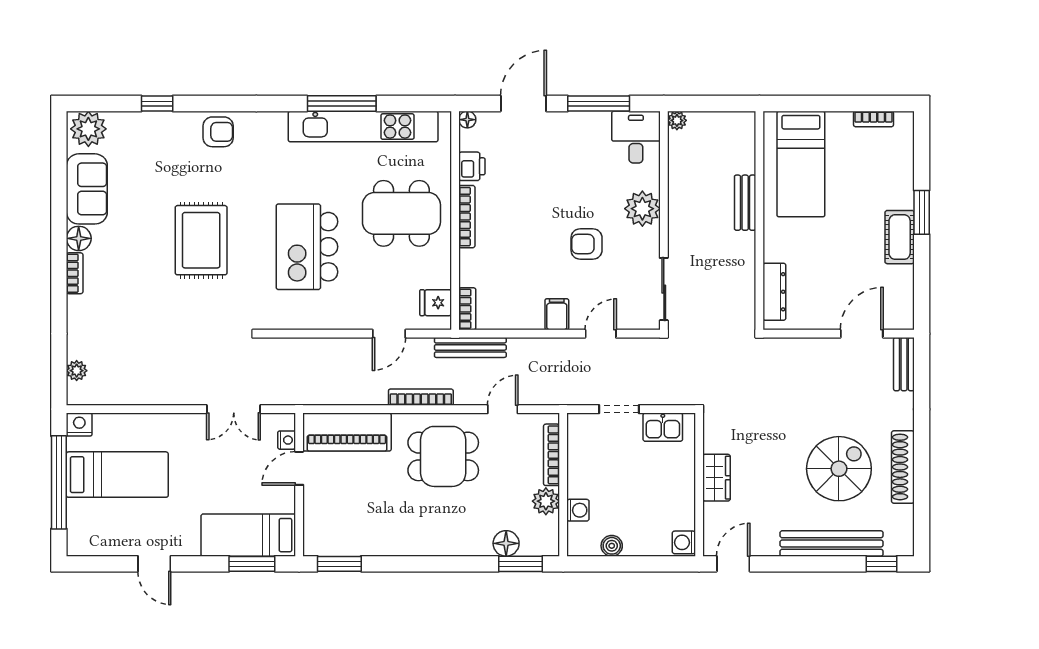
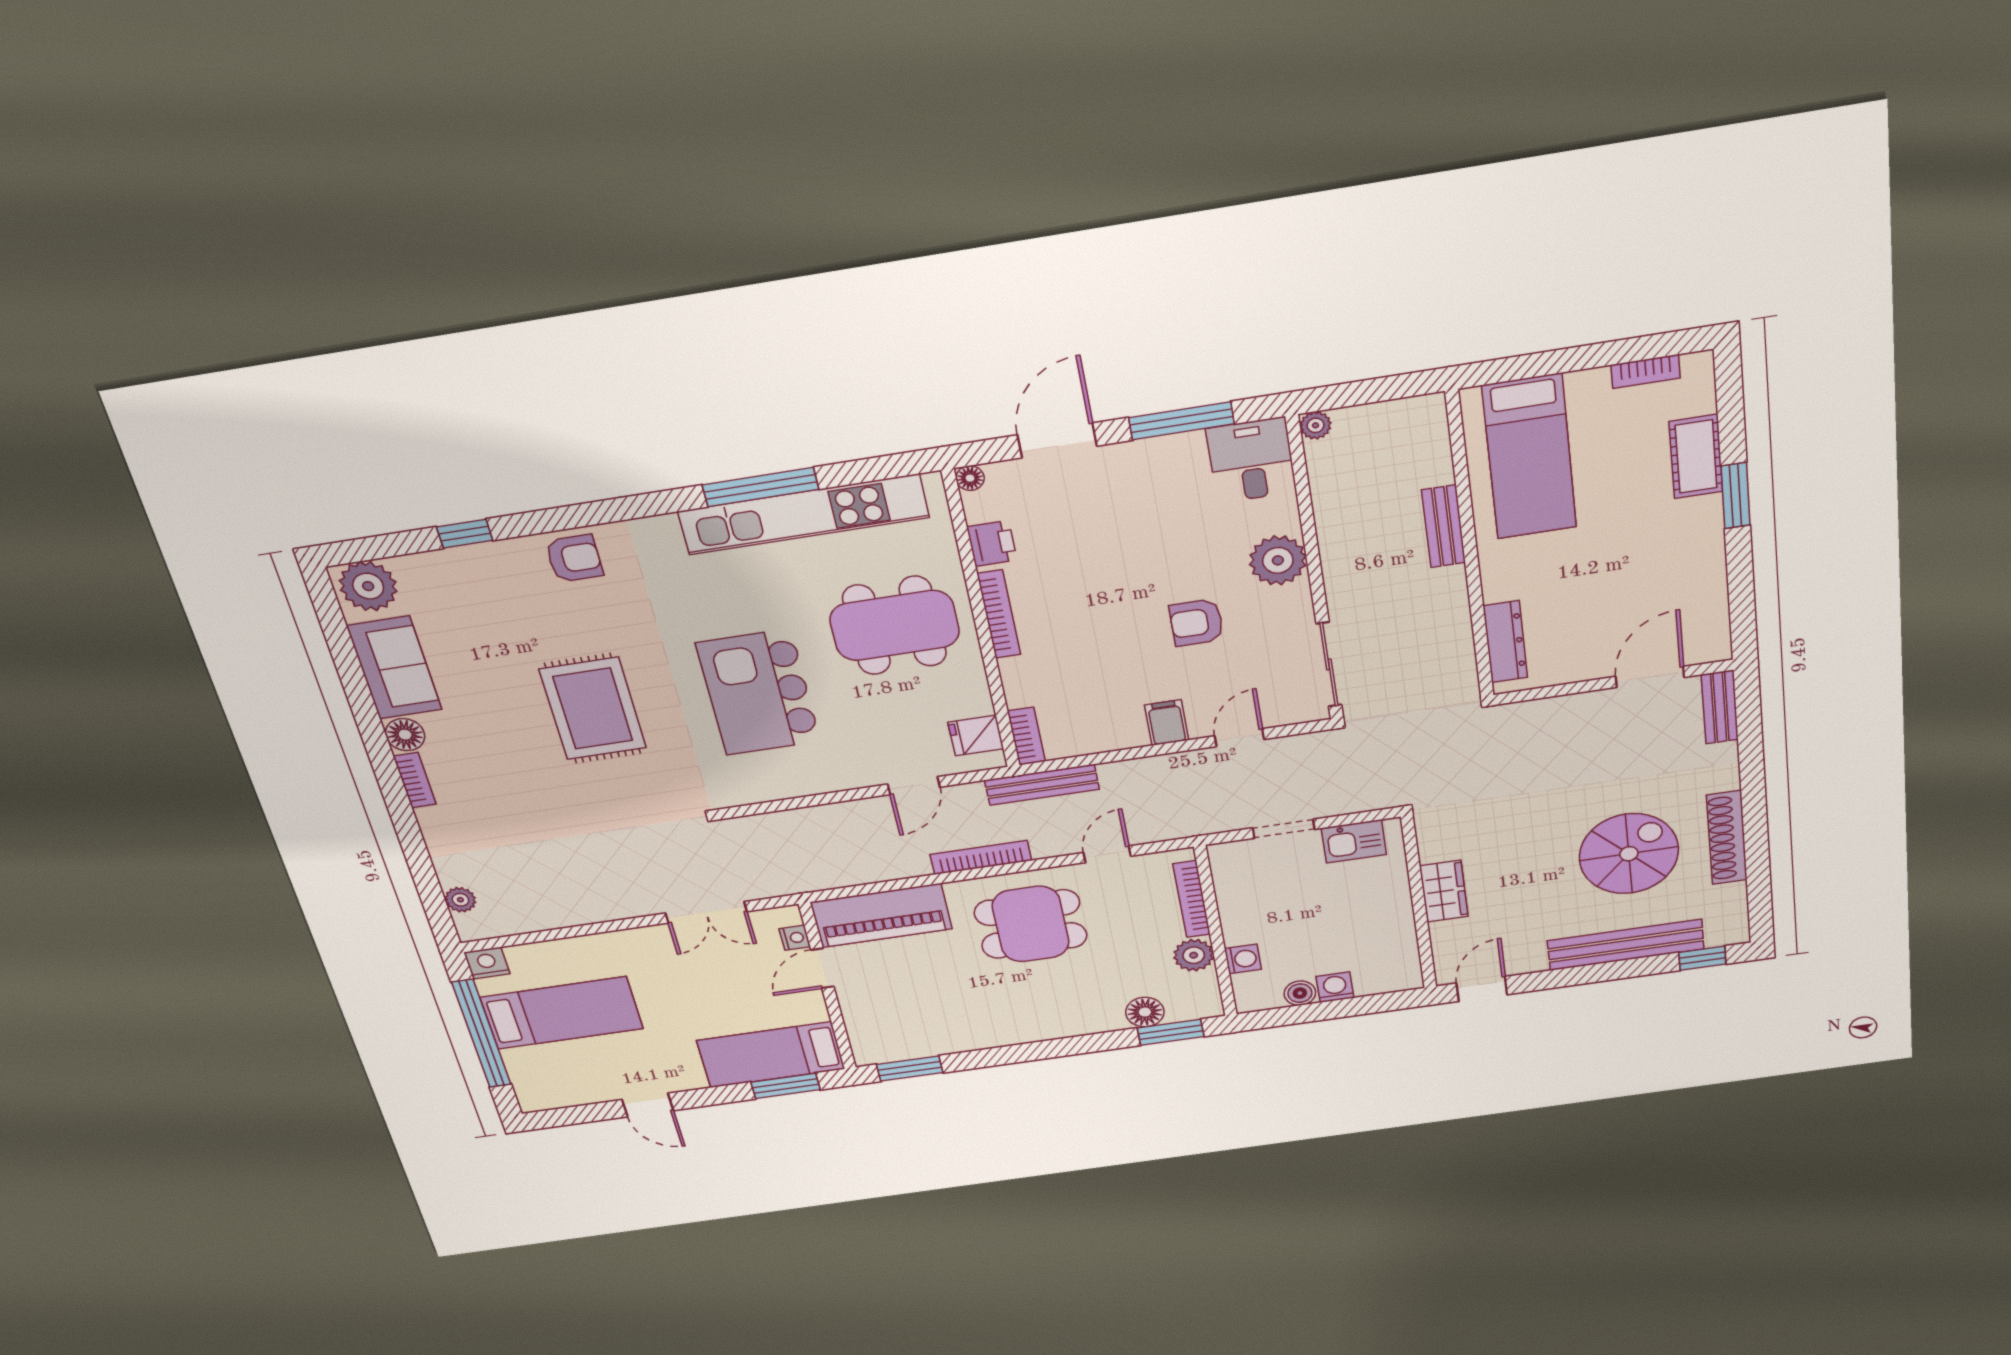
cot: (900, 237) -> (1696, 457), moved
washing machine: (684, 542) -> (1335, 987), moved, turned 90

